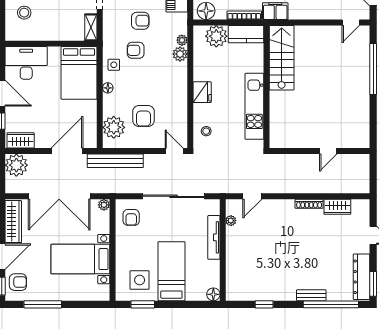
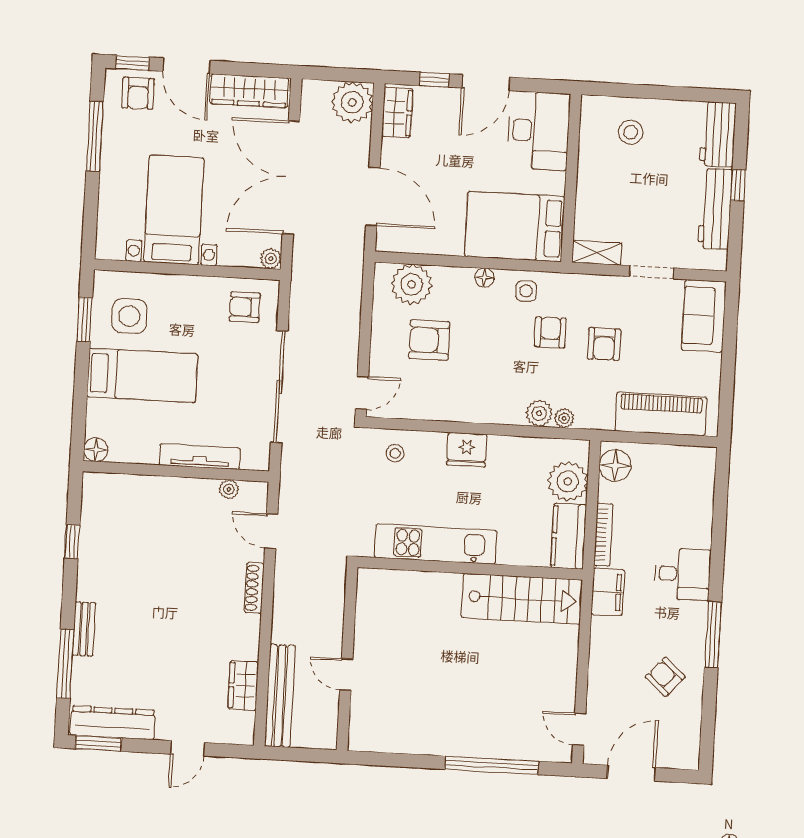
bench: (115, 161) -> (280, 696), moved
shoe rack: (309, 204) -> (254, 588), moved
window: (331, 304) -> (65, 664), width x0.68

